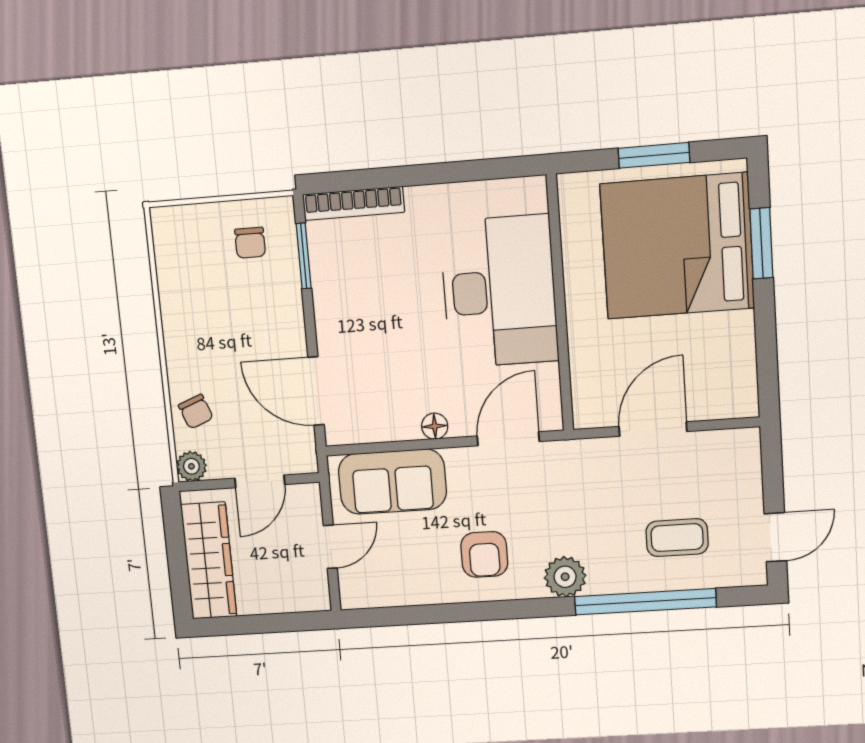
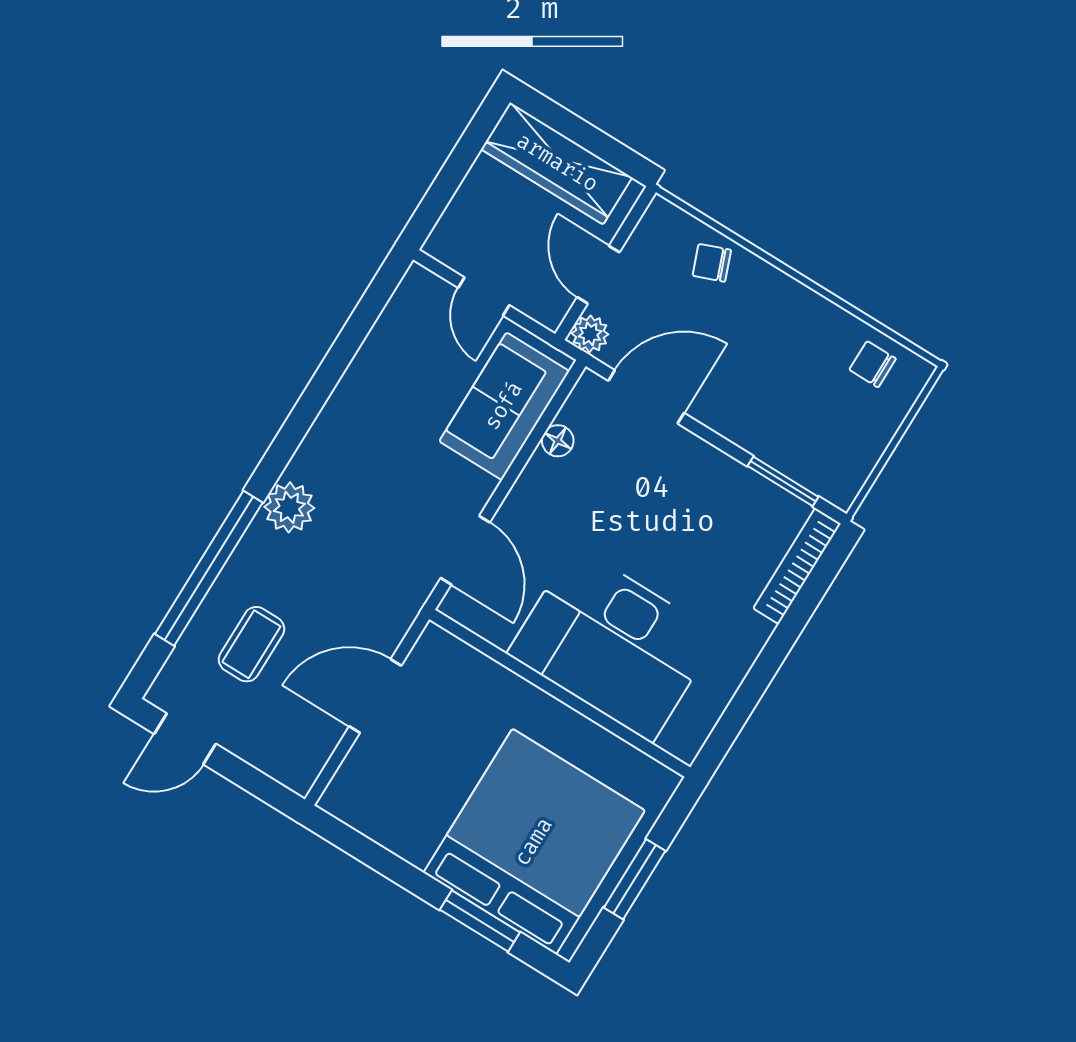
chair: (250, 243) -> (873, 364), moved
floor lamp: (435, 426) -> (558, 441), moved
door: (653, 429) -> (375, 696), swing flipped
plant: (191, 466) -> (590, 334), moved
door: (775, 537) -> (185, 739), hinge flipped
armchair: (484, 554) -> (368, 444), removed

